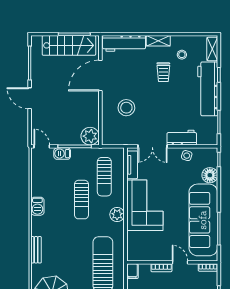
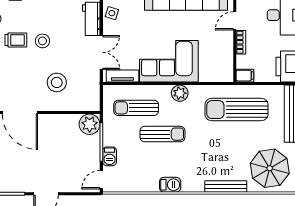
stool: (163, 95) -> (42, 41), added
sun lounger: (104, 177) -> (136, 108), turned 180
bench: (36, 250) -> (226, 186), width x1.36

